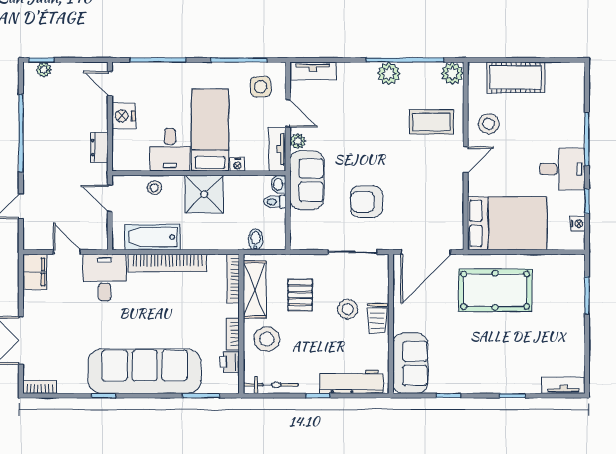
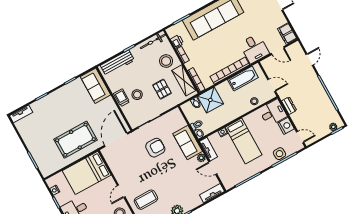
side table: (261, 87) -> (280, 154), moved
desk: (170, 150) -> (273, 113), moved, turned 90
shower: (204, 194) -> (210, 100), moved

